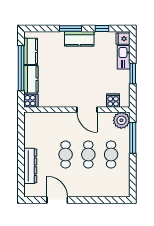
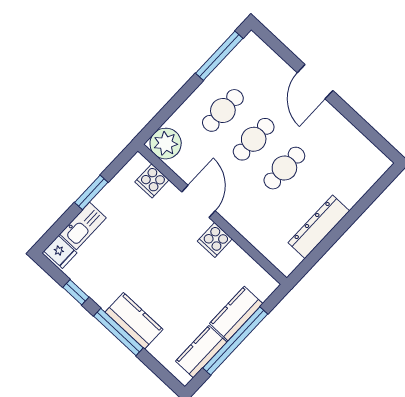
window: (71, 29) -> (118, 332), width x1.44
kitchen counter: (79, 39) -> (134, 321), moved
cooker: (31, 101) -> (215, 240), moved, turned -90
window: (133, 138) -> (219, 56), moved
dresser: (30, 166) -> (319, 227), moved
door: (57, 200) -> (315, 82), moved

